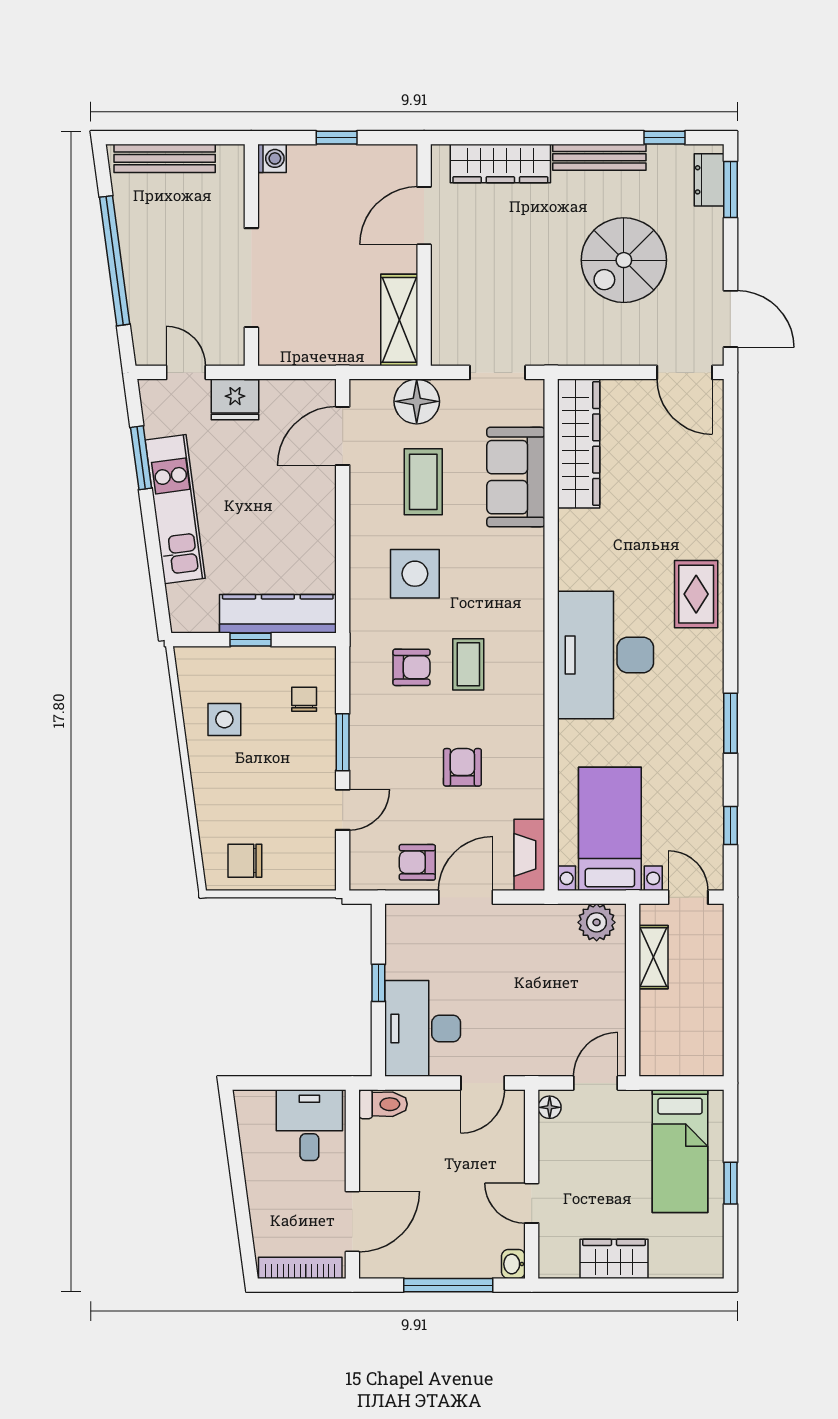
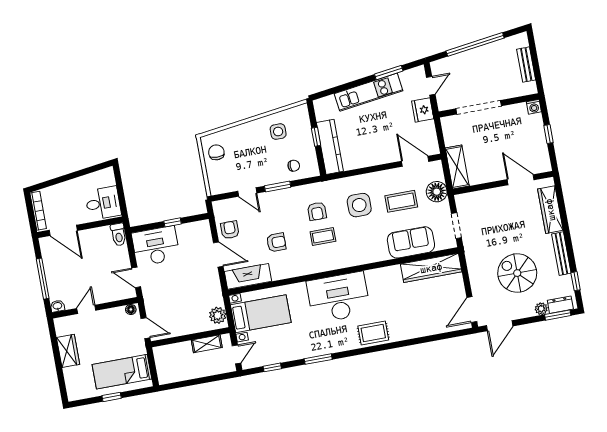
bench: (165, 158) -> (526, 65), width x0.73
plant: (710, 222) -> (541, 309), added
shelving: (399, 320) -> (457, 167), moved, turned 90
fireplace: (529, 855) -> (248, 276), width x1.37, depth x1.32

